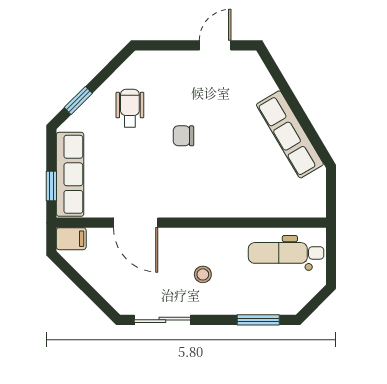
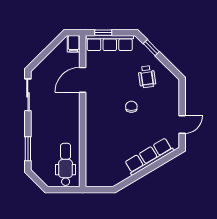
door: (215, 45) -> (182, 125), hinge flipped
wheelchair: (130, 108) -> (147, 77), turned 82
row of seats: (290, 134) -> (149, 157), moved
stool: (203, 274) -> (54, 118), removed

